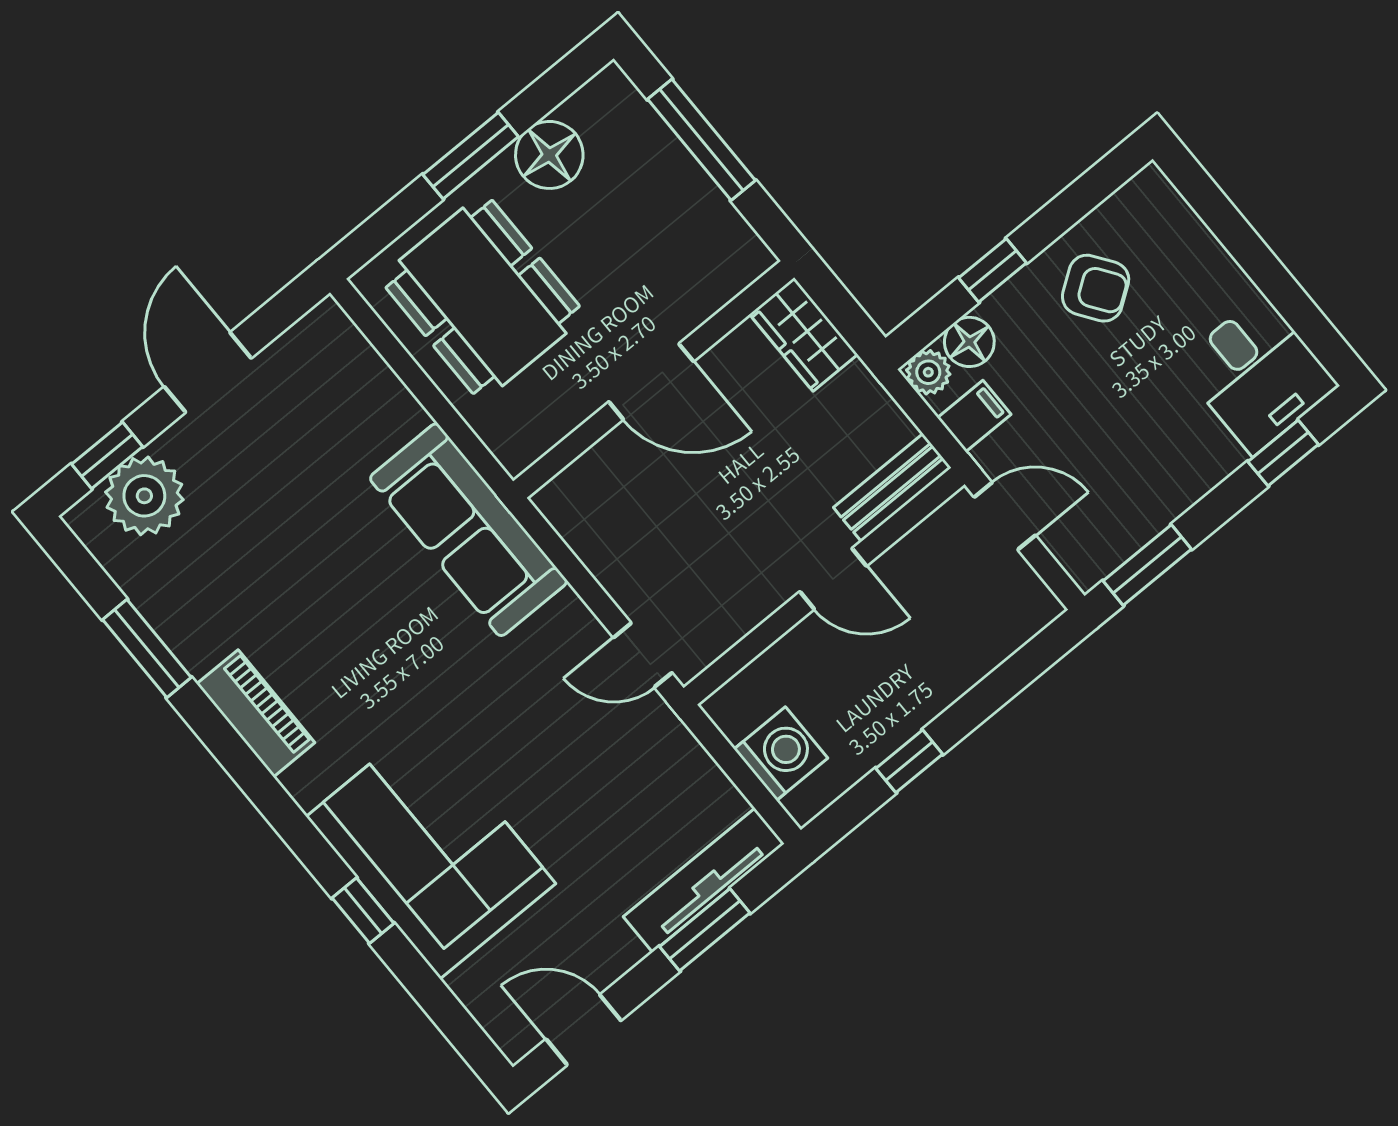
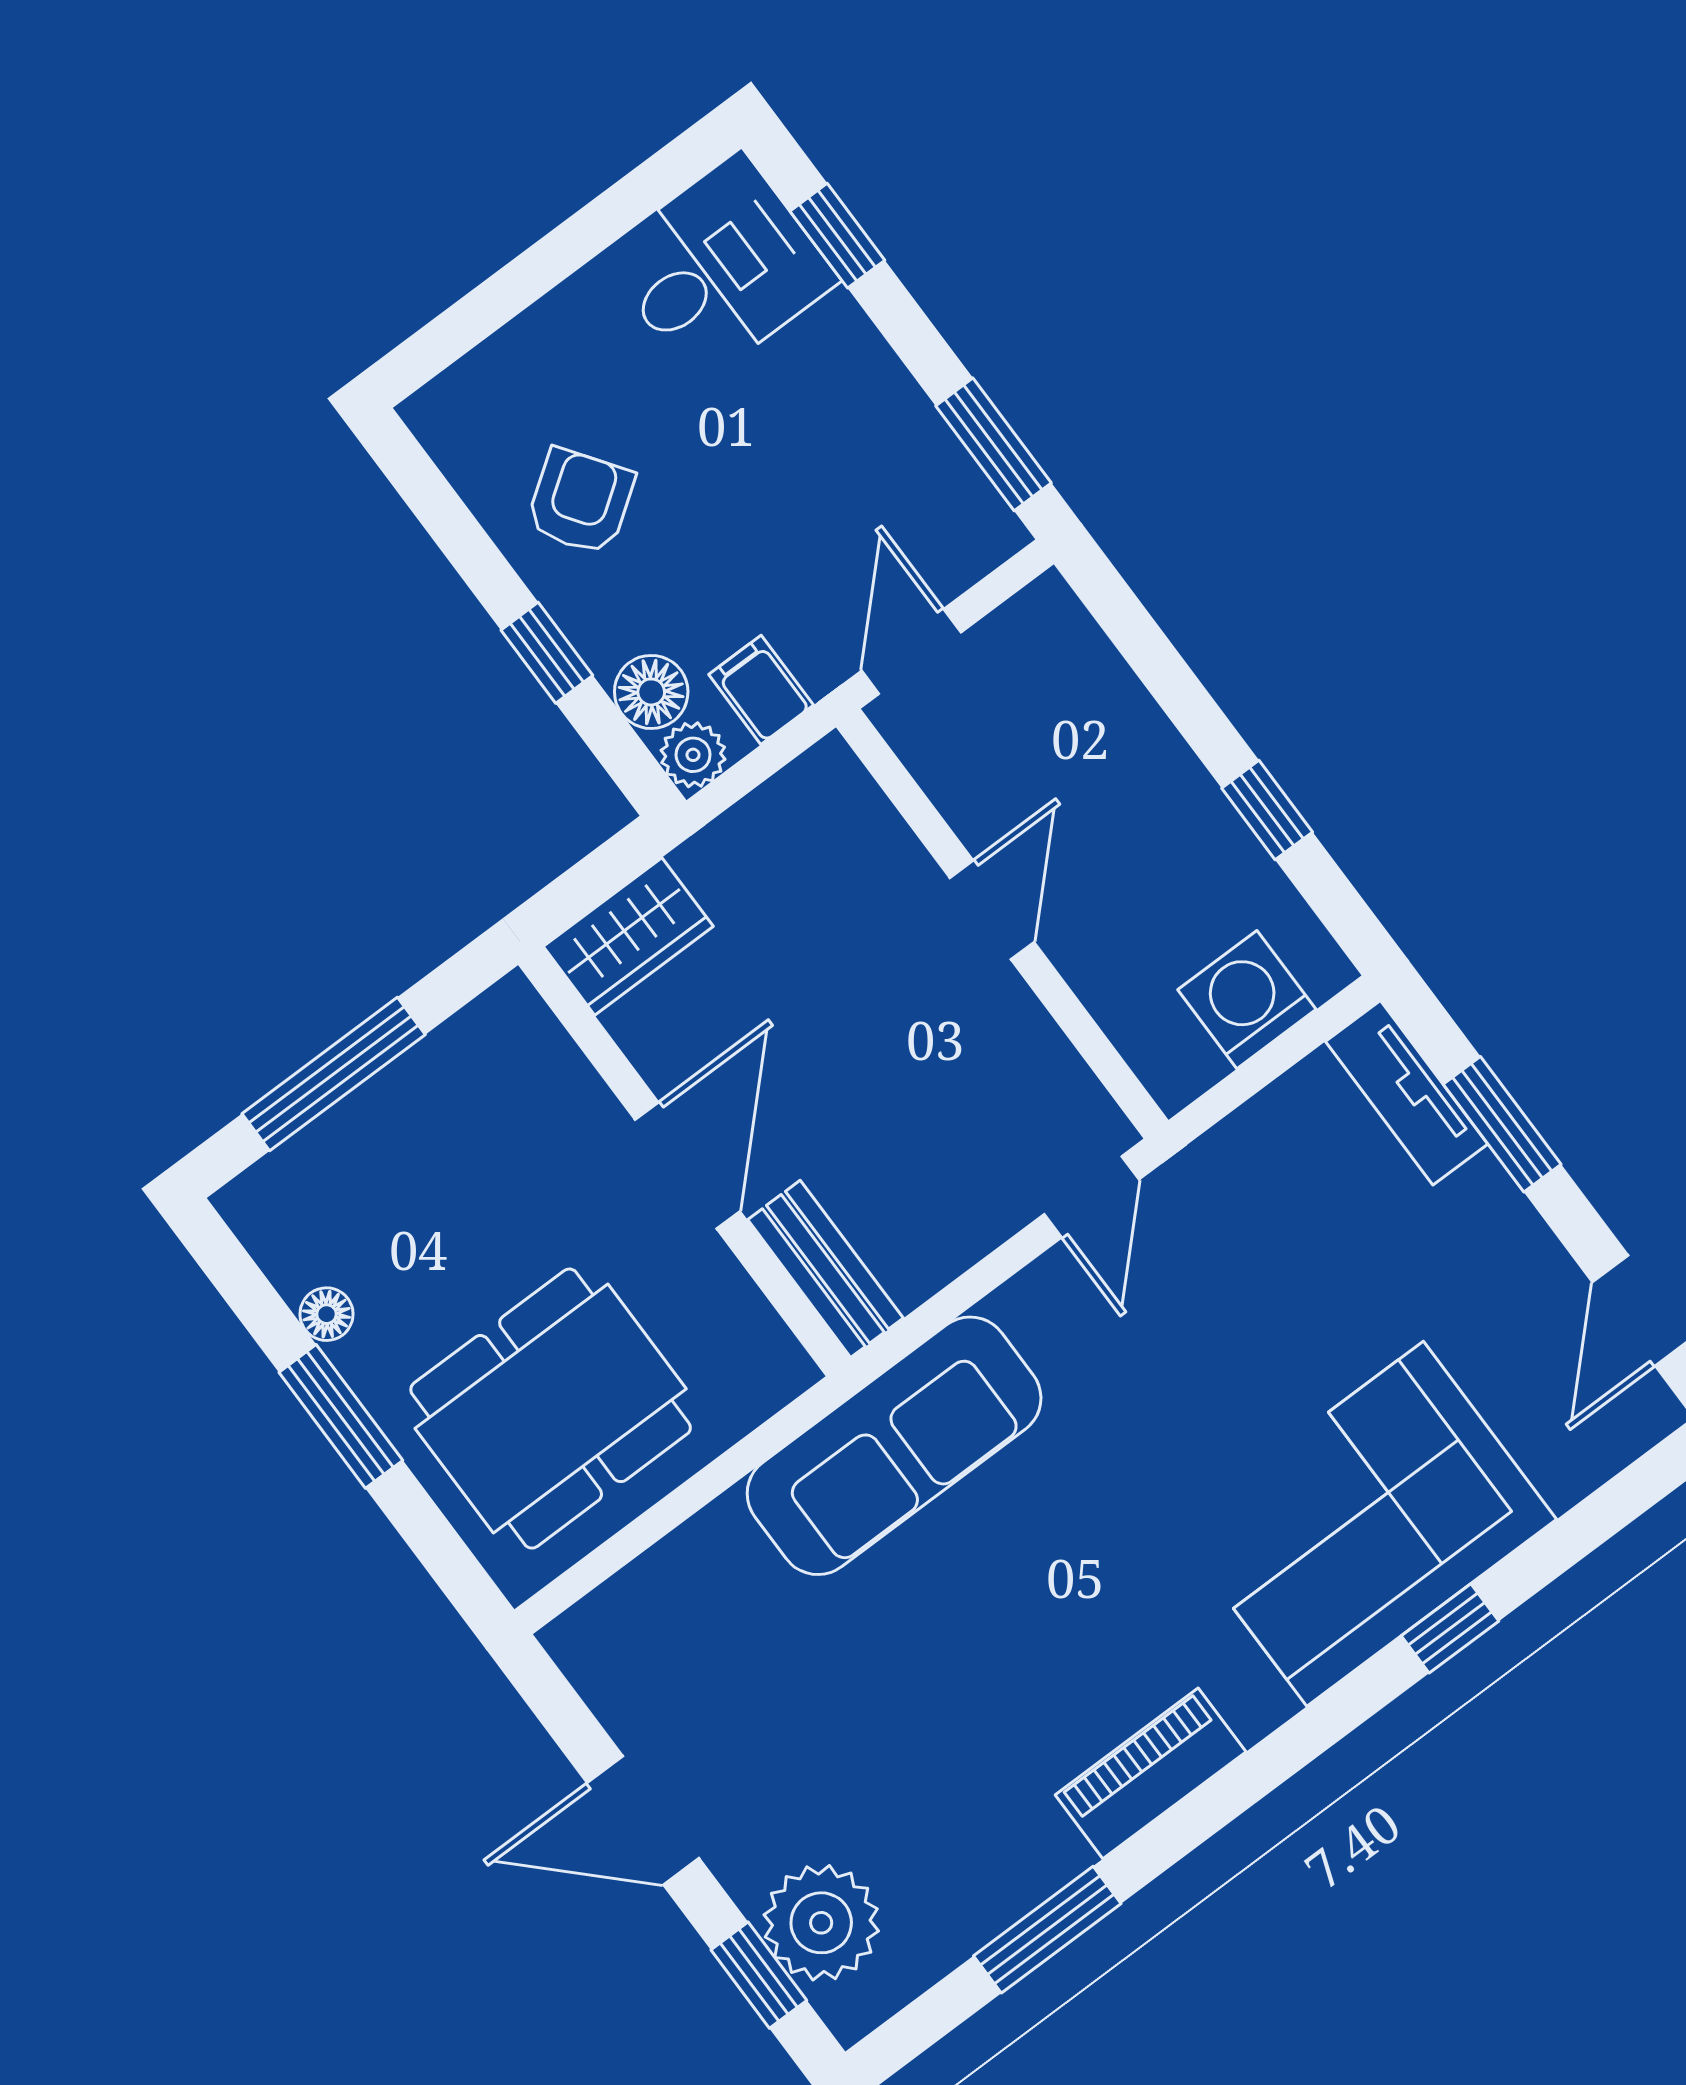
floor lamp: (549, 155) -> (327, 1314), width x0.53, depth x0.53
bench: (892, 488) -> (825, 1269), moved
tv unit: (704, 880) -> (1407, 1093), width x0.71

